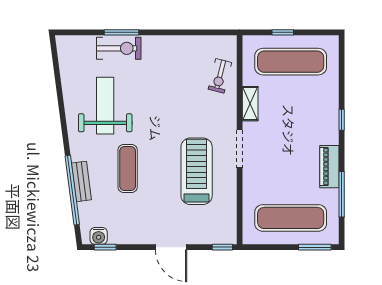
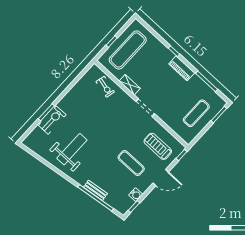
weight bench: (105, 106) -> (72, 149), turned 90
piano: (329, 167) -> (182, 68), moved
exercise mat: (128, 168) -> (131, 163), moved
treadmill: (197, 171) -> (158, 146), moved, width x0.73, depth x0.73
exercise mat: (291, 218) -> (196, 113), width x0.73, depth x0.69
water cooler: (99, 236) -> (136, 195), moved

